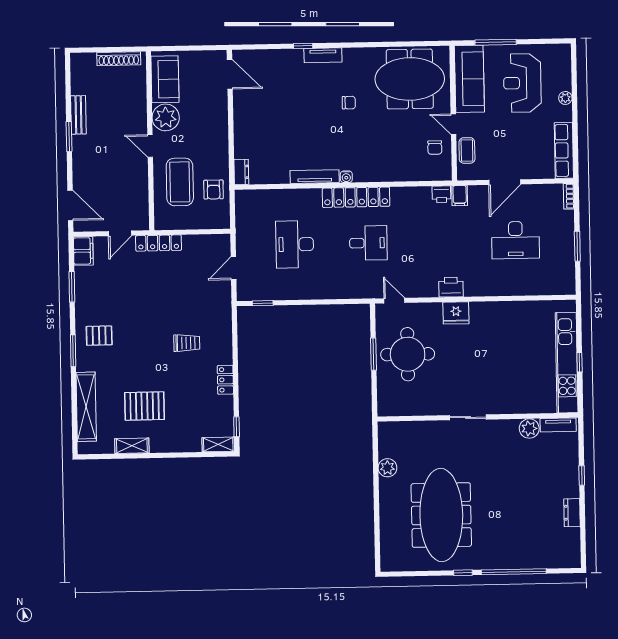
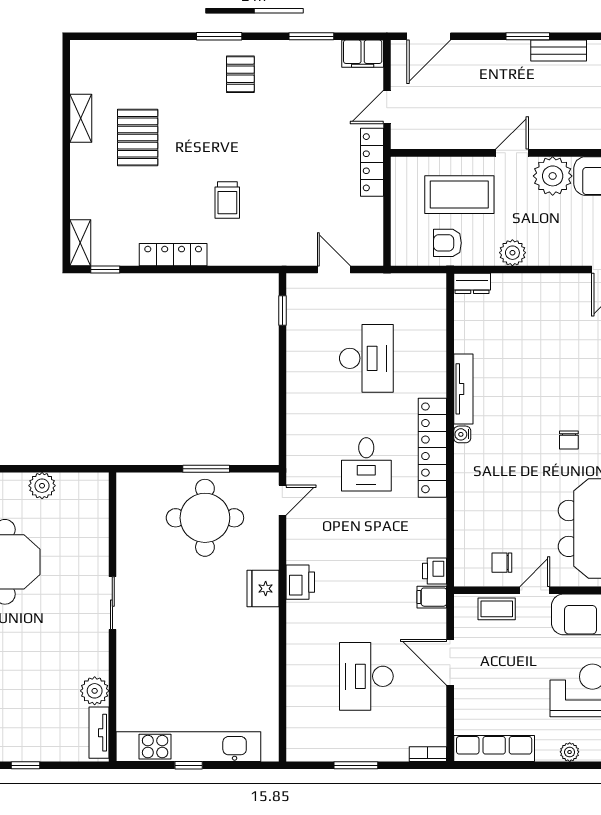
plant: (219, 144) -> (512, 253), added
door: (120, 233) -> (387, 107), hinge flipped
desk: (295, 244) -> (366, 358), turned 90
locker: (225, 380) -> (173, 255), width x1.53
shelving: (86, 407) -> (138, 54), removed

